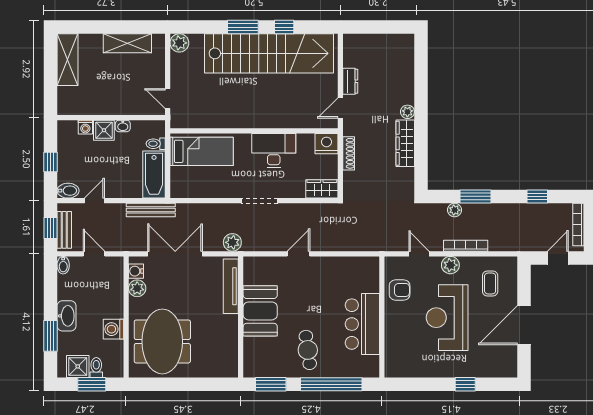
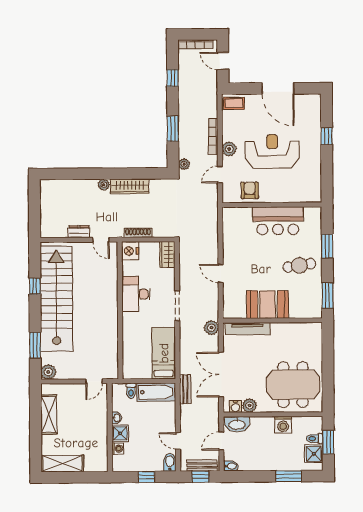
window: (243, 27) -> (35, 345), moved
bed: (202, 151) -> (164, 353), moved
bench: (151, 210) -> (185, 389), width x0.73
plant: (455, 210) -> (184, 164), moved
coffee table: (490, 284) -> (234, 103), moved
washbasin: (67, 316) -> (237, 424), moved, turned 180
reception desk: (447, 318) -> (272, 151), turned 180
window: (331, 384) -> (327, 246), width x0.47

